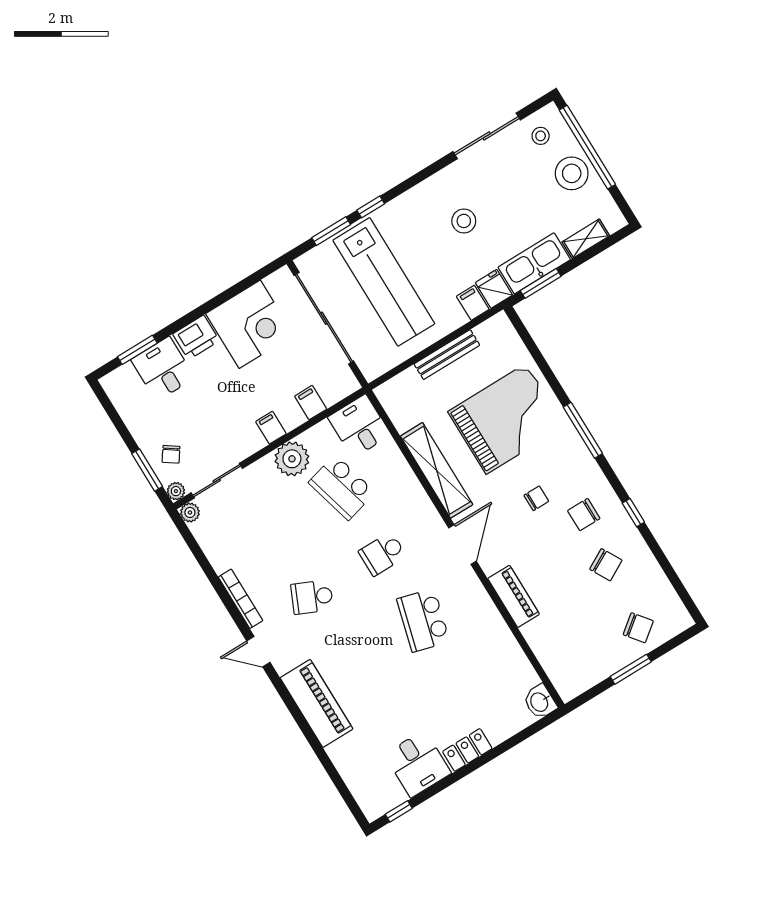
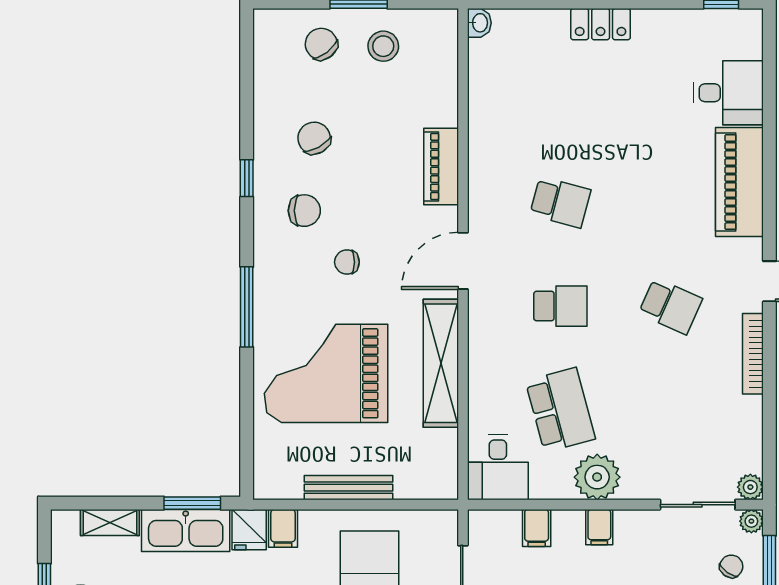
school desk: (423, 620) -> (560, 202), width x0.54
stool: (598, 651) -> (383, 46), added
washbasin: (540, 702) -> (479, 23), width x0.72, depth x0.69
desk: (418, 764) -> (729, 93), moved, turned 90

